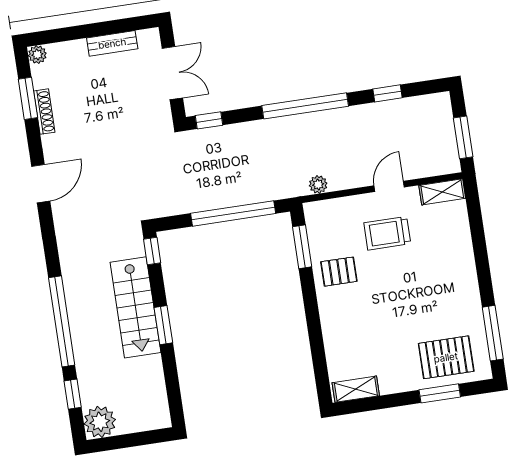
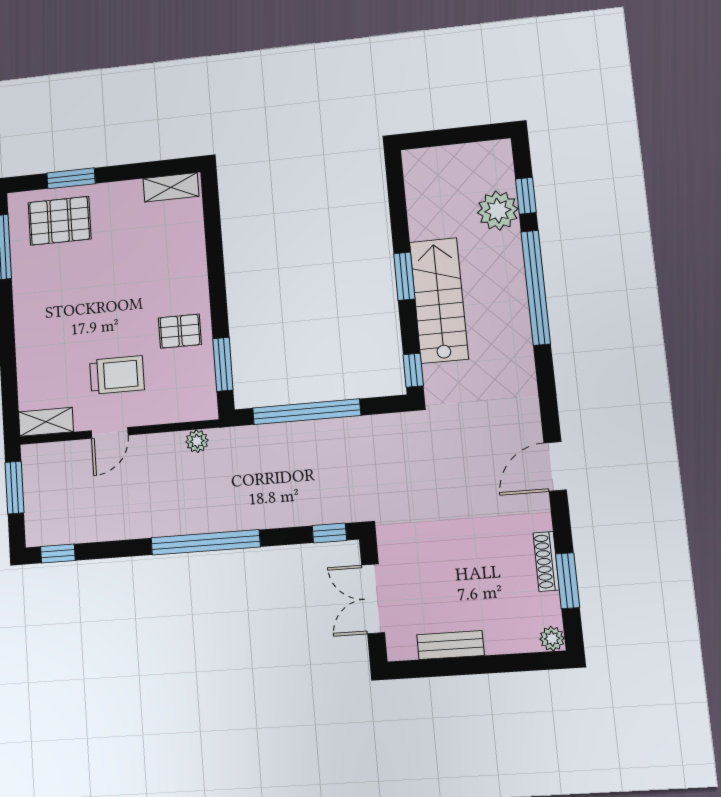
window: (388, 93) -> (58, 554), moved
plant: (100, 422) -> (498, 211), moved

